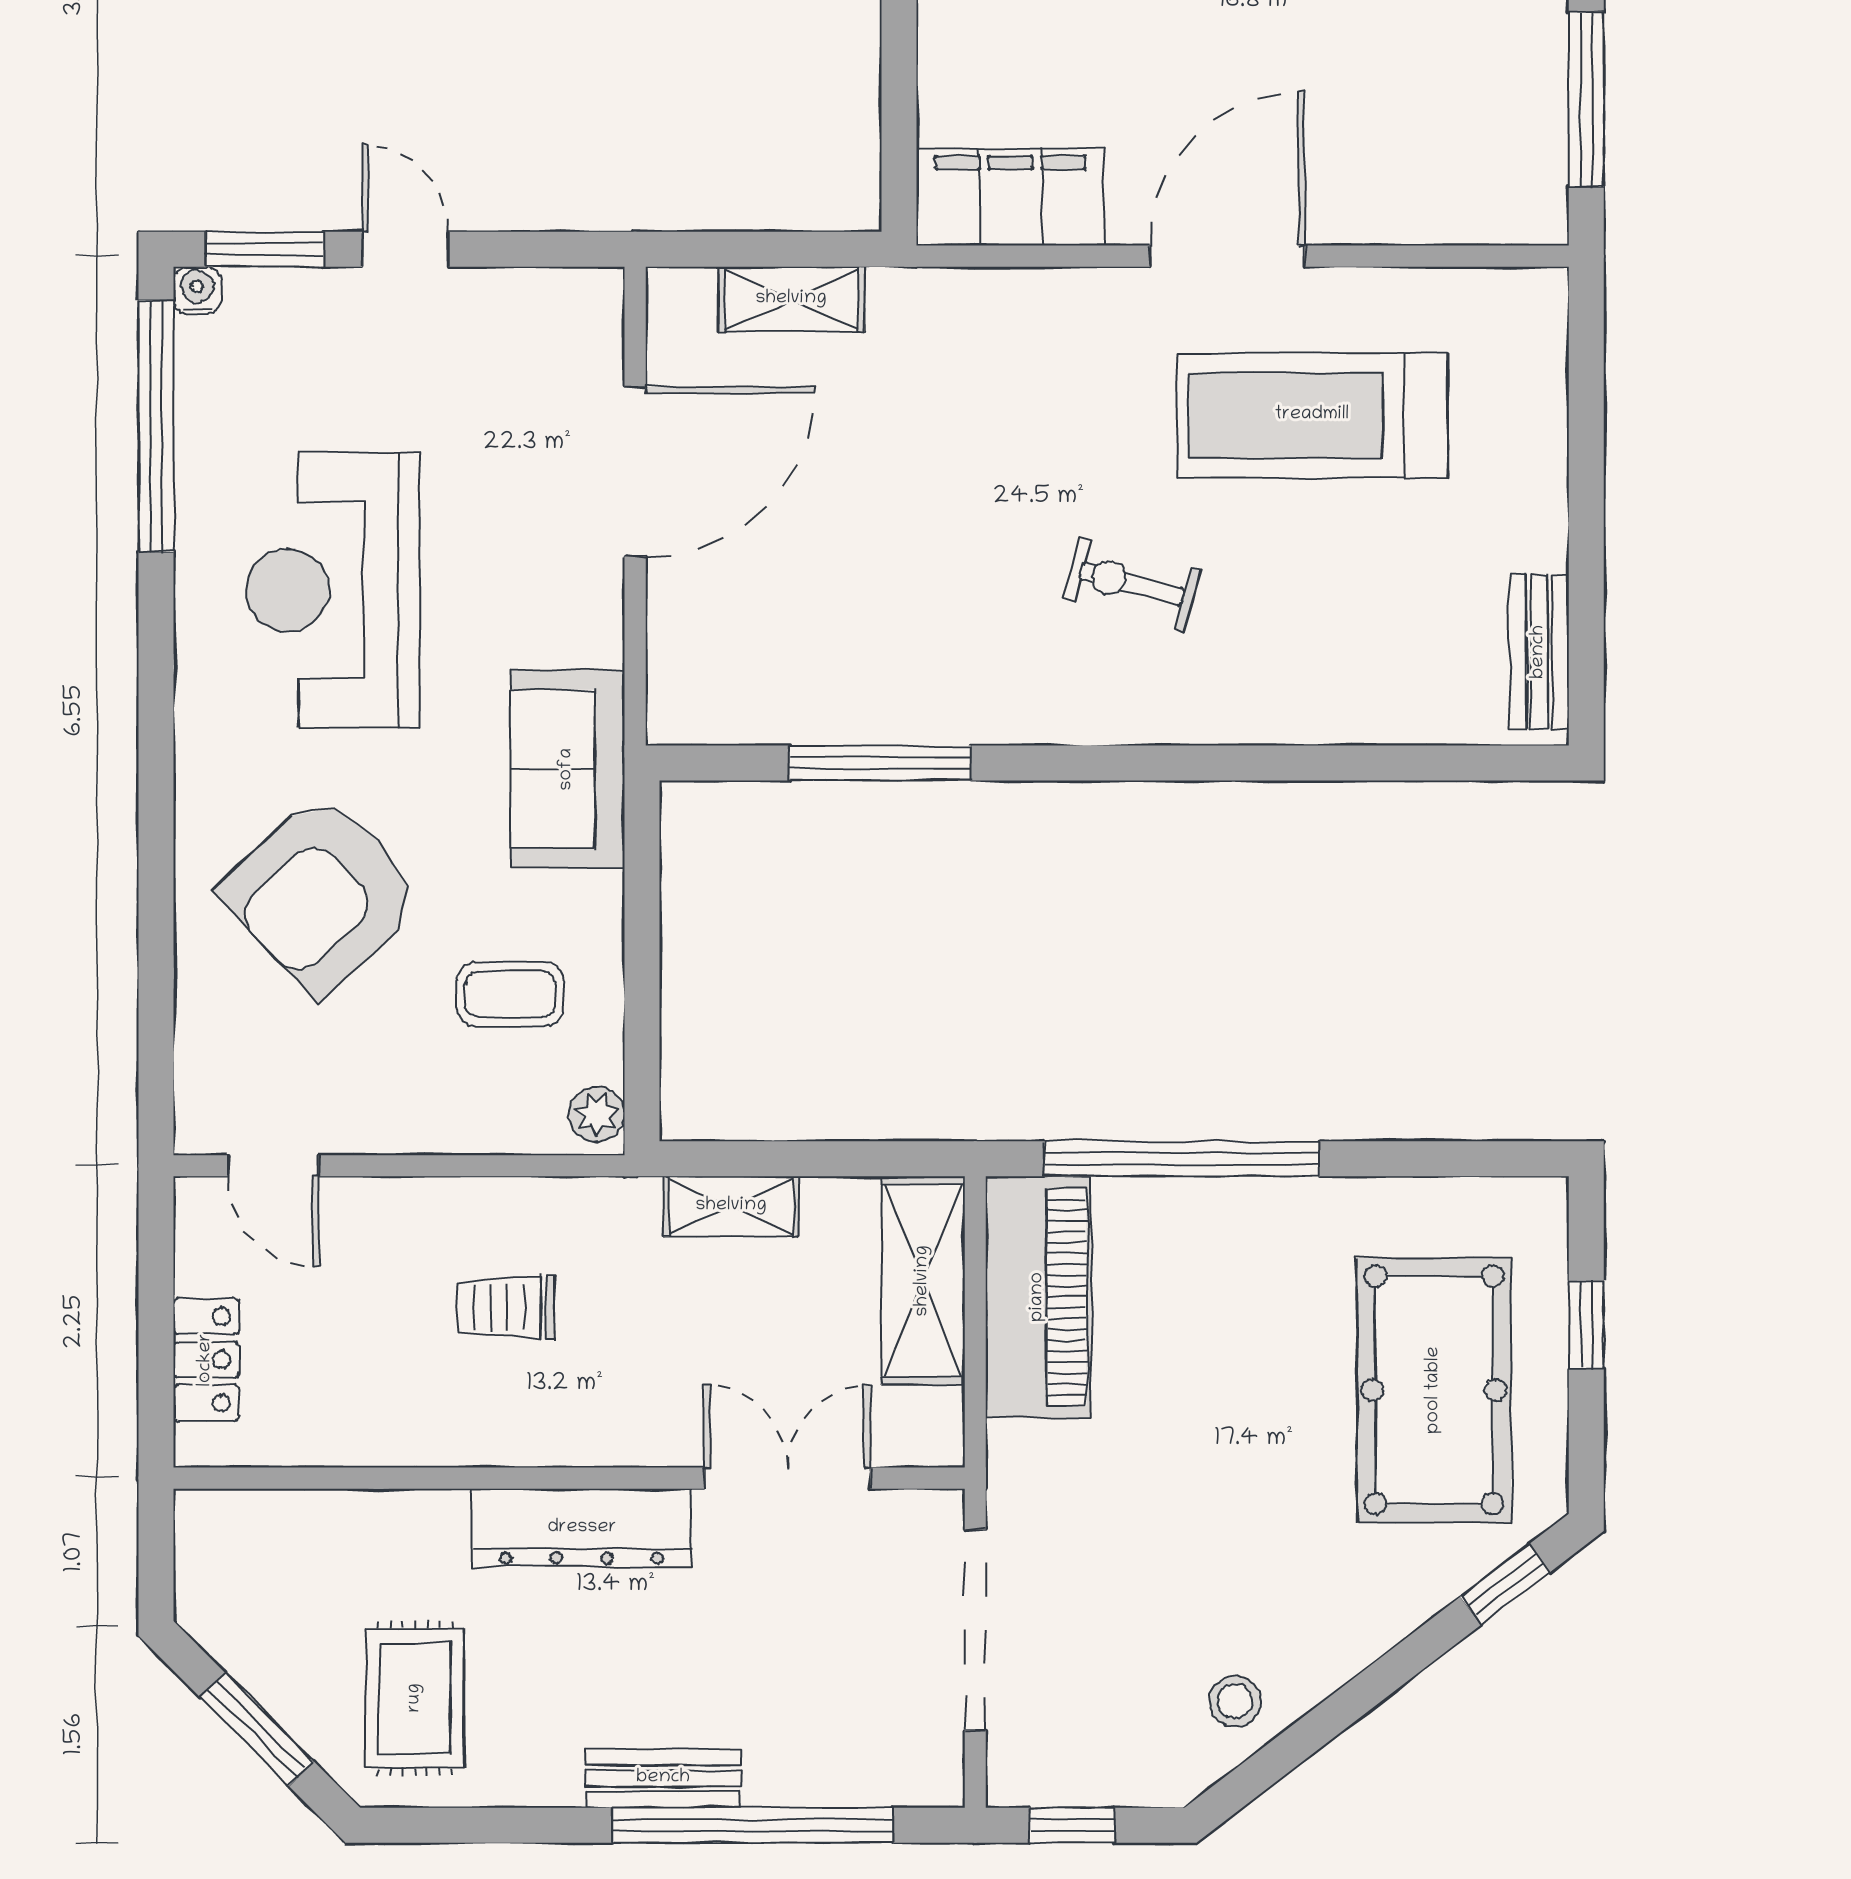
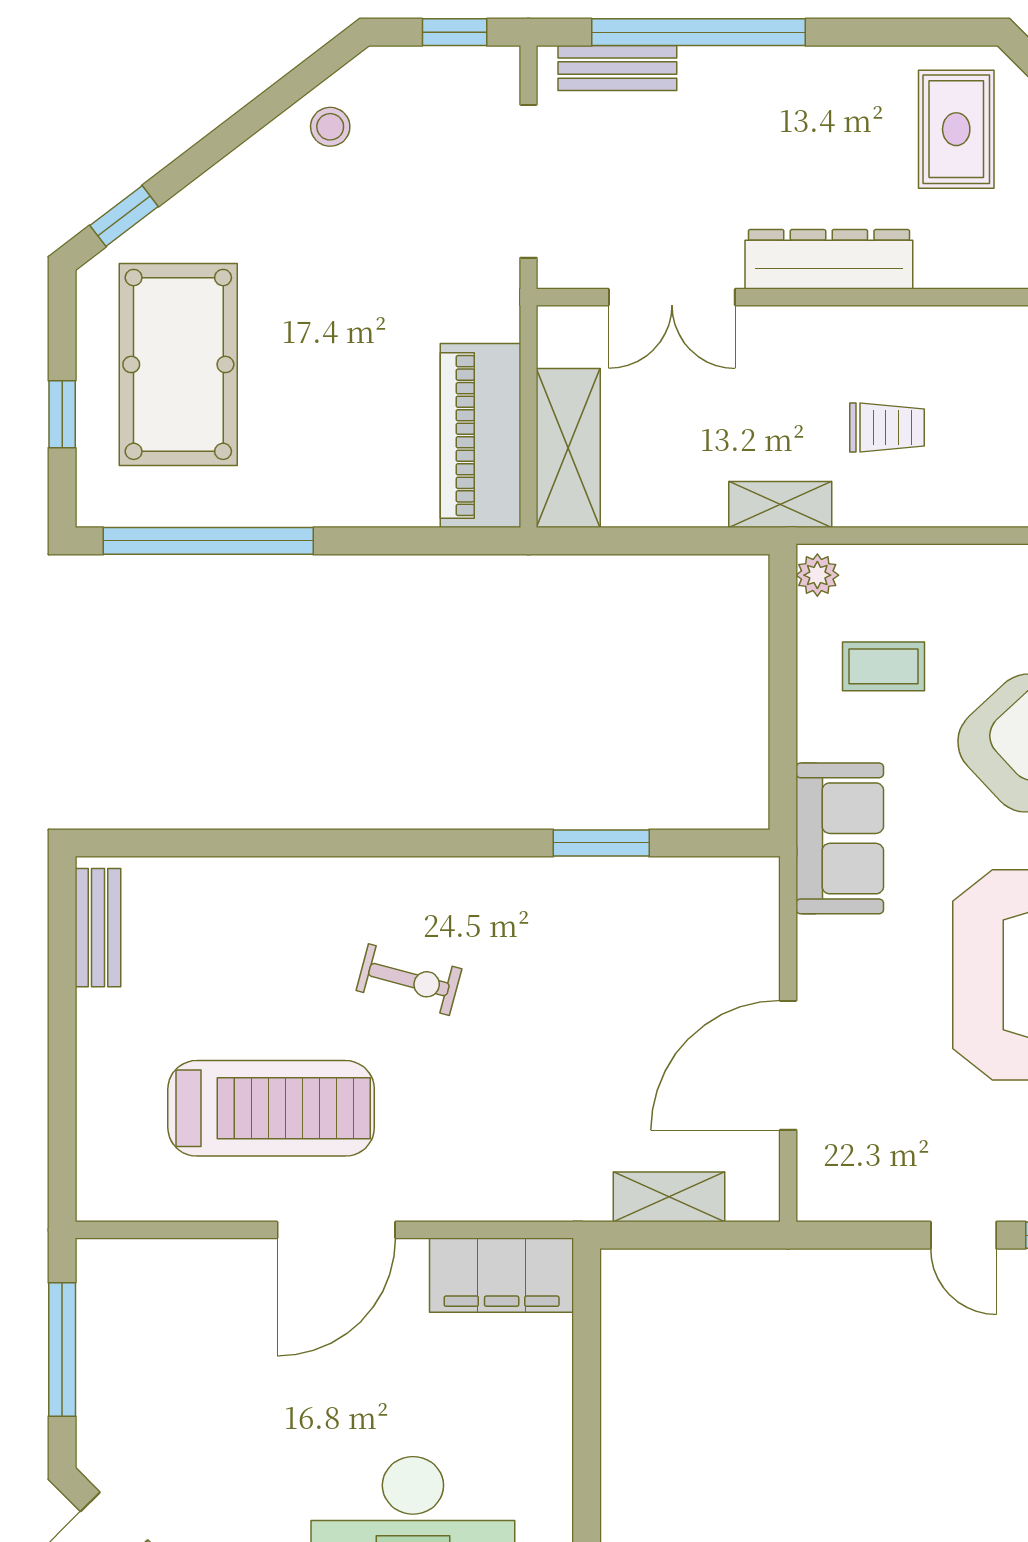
window: (880, 763) -> (601, 843), width x0.69
window: (1182, 1159) -> (208, 541), moved
shelving: (731, 1206) -> (780, 505), moved
bench: (663, 1778) -> (617, 68), moved

